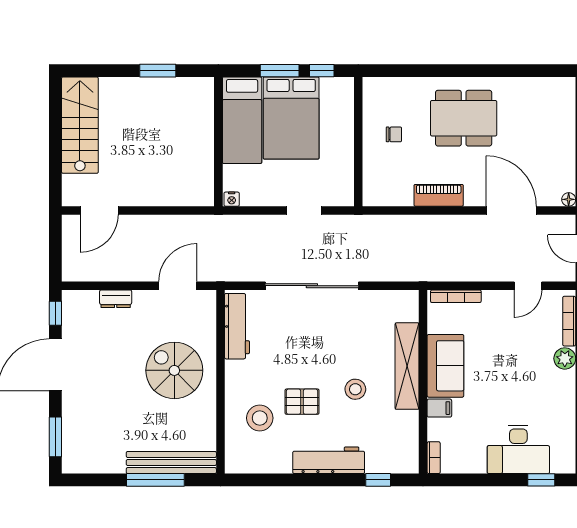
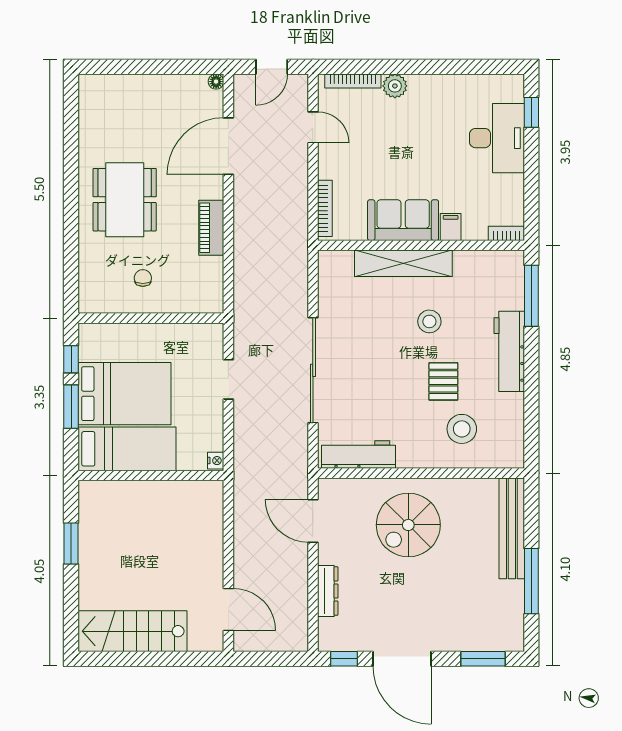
dresser: (116, 299) -> (328, 591), width x1.44
window: (155, 480) -> (531, 581), moved
window: (378, 480) -> (531, 296), width x2.17

